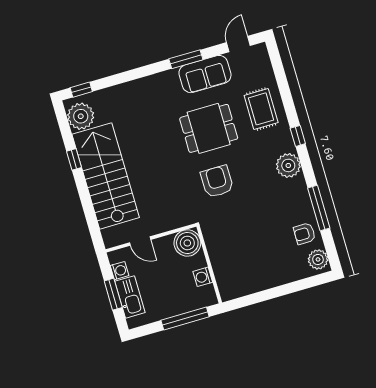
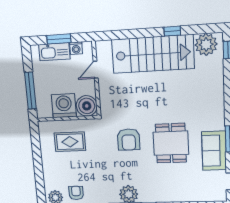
rug: (261, 109) -> (70, 142), moved
armchair: (217, 181) -> (129, 140), turned 90
washing machine: (203, 277) -> (64, 106), width x1.89, depth x1.89

